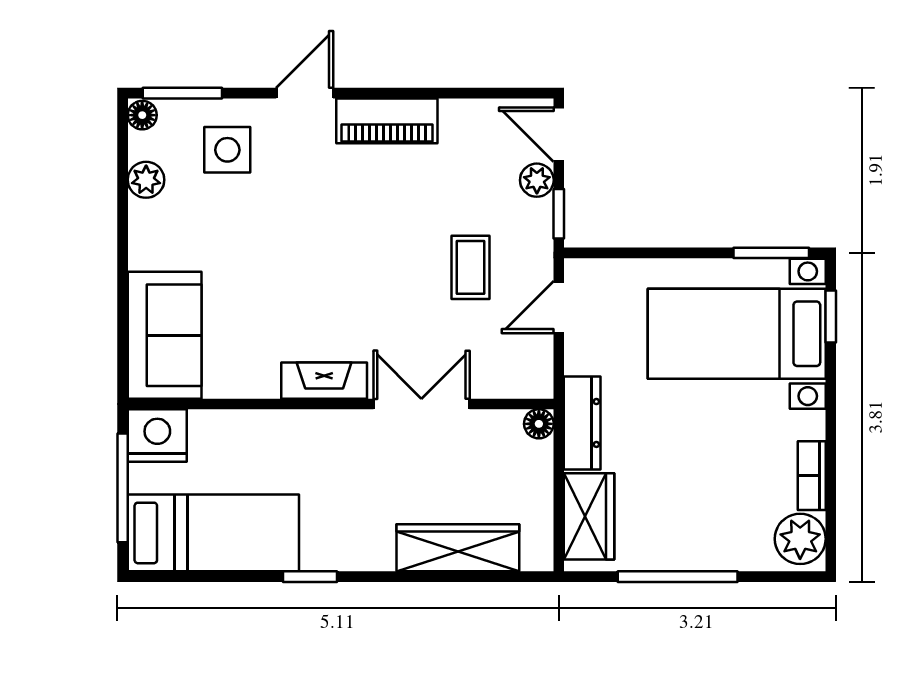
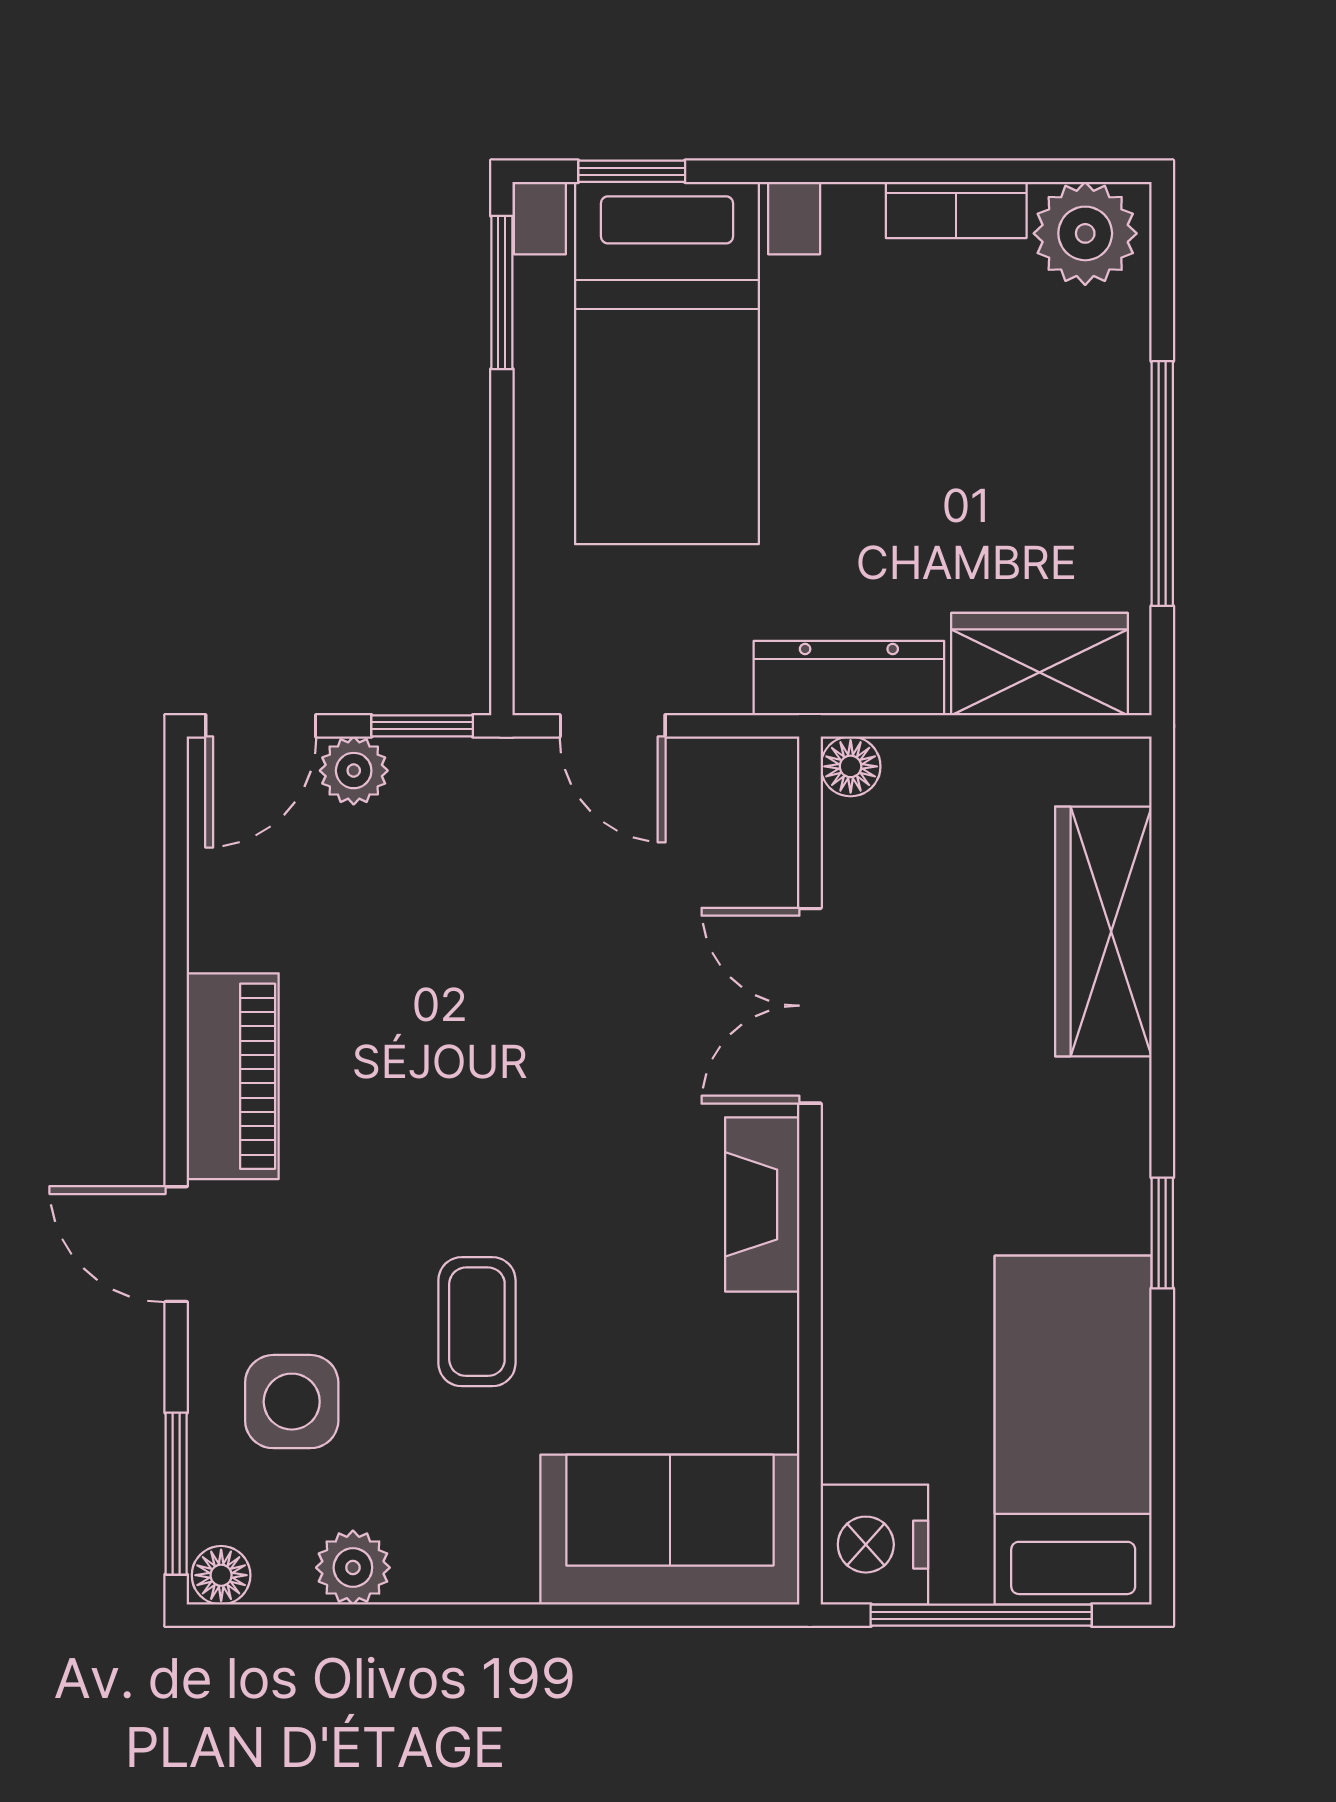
coffee table: (471, 267) -> (477, 1322), moved, turned 90

